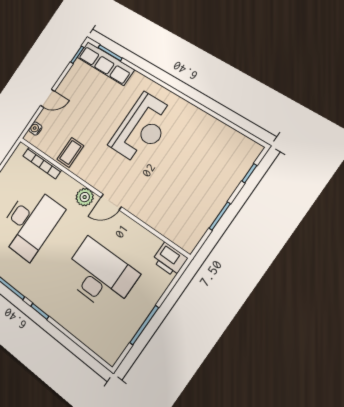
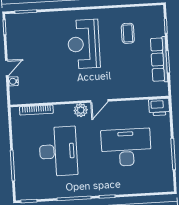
row of seats: (106, 63) -> (159, 59), moved, turned 90
reception desk: (142, 128) -> (84, 44), turned 180
water cooler: (35, 129) -> (13, 81), moved
coffee table: (70, 153) -> (128, 33), moved

